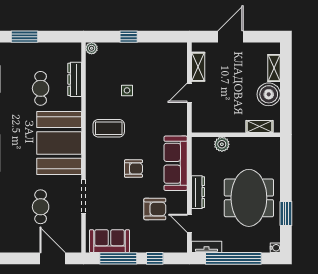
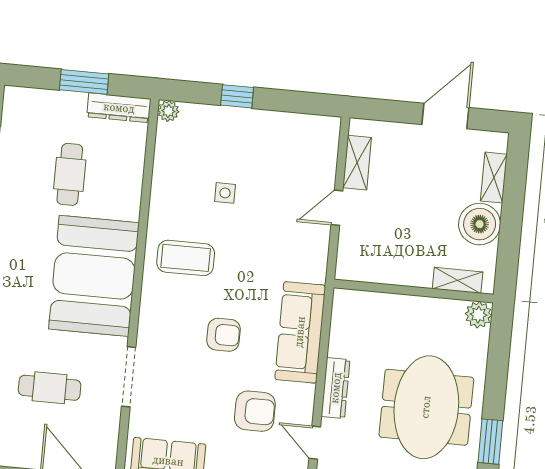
window: (24, 37) -> (84, 82), moved
door: (230, 37) -> (445, 116), moved
dresser: (75, 79) -> (119, 108), moved, turned -90
plant: (222, 144) -> (478, 315), moved
cafe table: (41, 207) -> (50, 388), turned 90

